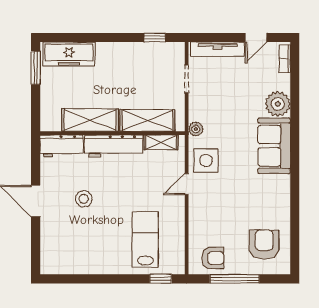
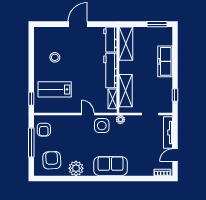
door: (256, 38) -> (175, 155), hinge flipped
freezer: (69, 54) -> (165, 61), moved
plant: (278, 104) -> (76, 168), moved
shelving: (90, 120) -> (126, 44), moved
stool: (84, 199) -> (55, 57), moved
lab bench: (145, 239) -> (55, 89), turned 180
armchair: (264, 244) -> (52, 160), turned -93

